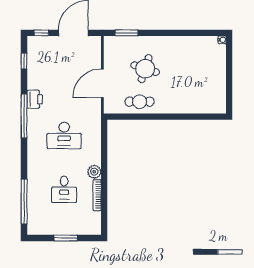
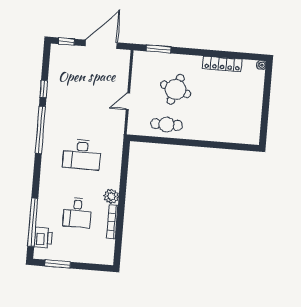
locker: (186, 42) -> (222, 64), added
window: (24, 61) -> (44, 89), moved
door: (102, 83) -> (128, 101), width x0.53
printer: (35, 99) -> (43, 238), moved
window: (66, 238) -> (58, 264), moved

